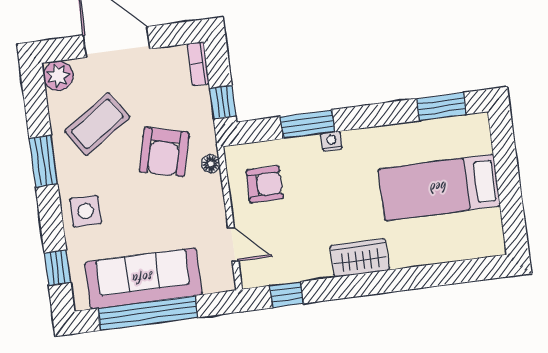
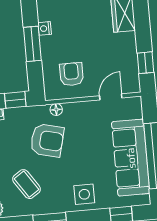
coffee table: (97, 124) -> (26, 184), width x0.73, depth x0.77

